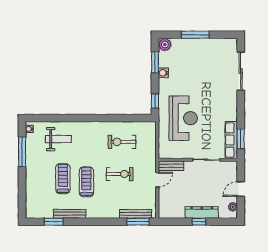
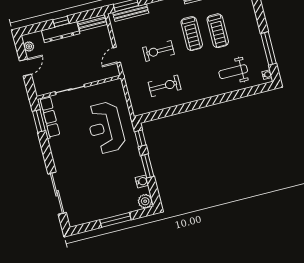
window: (155, 62) -> (147, 166), moved
water cooler: (163, 73) -> (142, 181), moved
bench: (171, 166) -> (92, 23), moved

